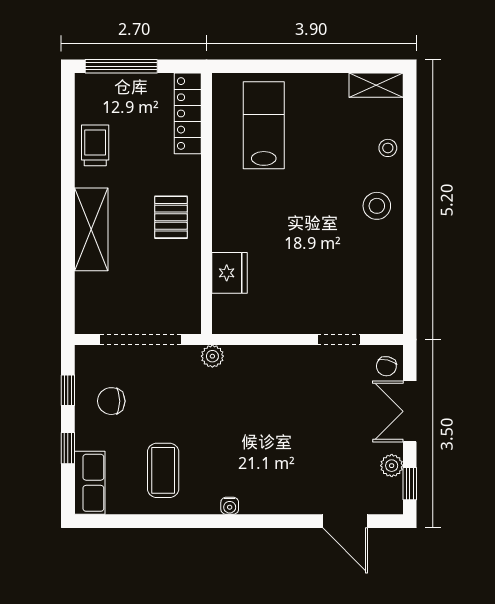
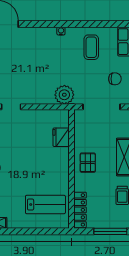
lab bench: (264, 125) -> (45, 205), turned -90
plant: (212, 356) -> (64, 95), width x1.87, depth x1.87

